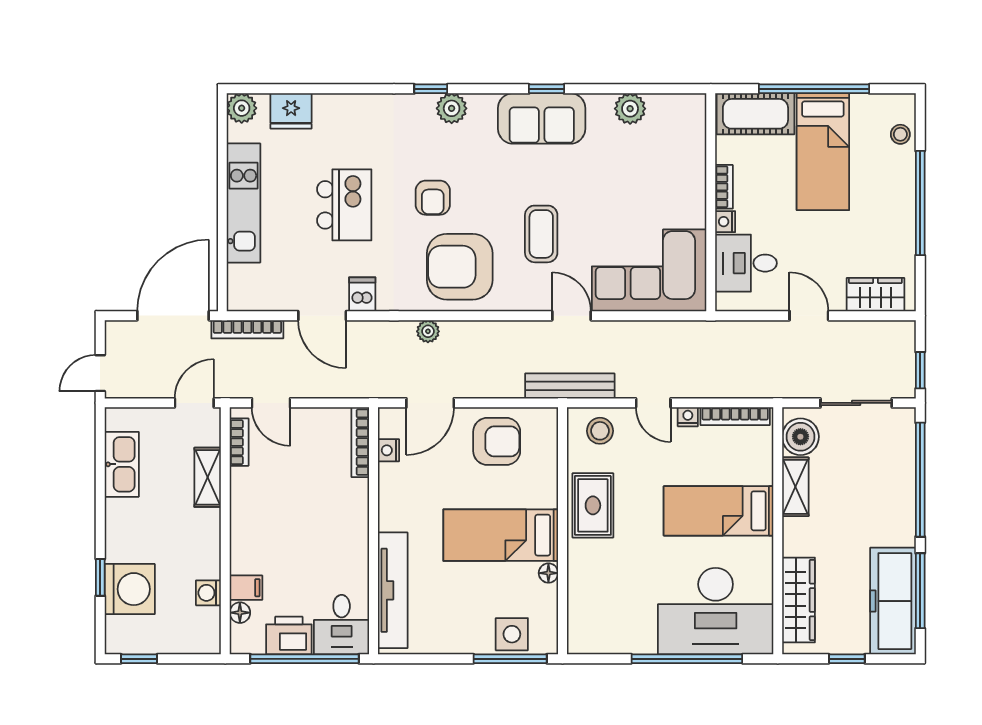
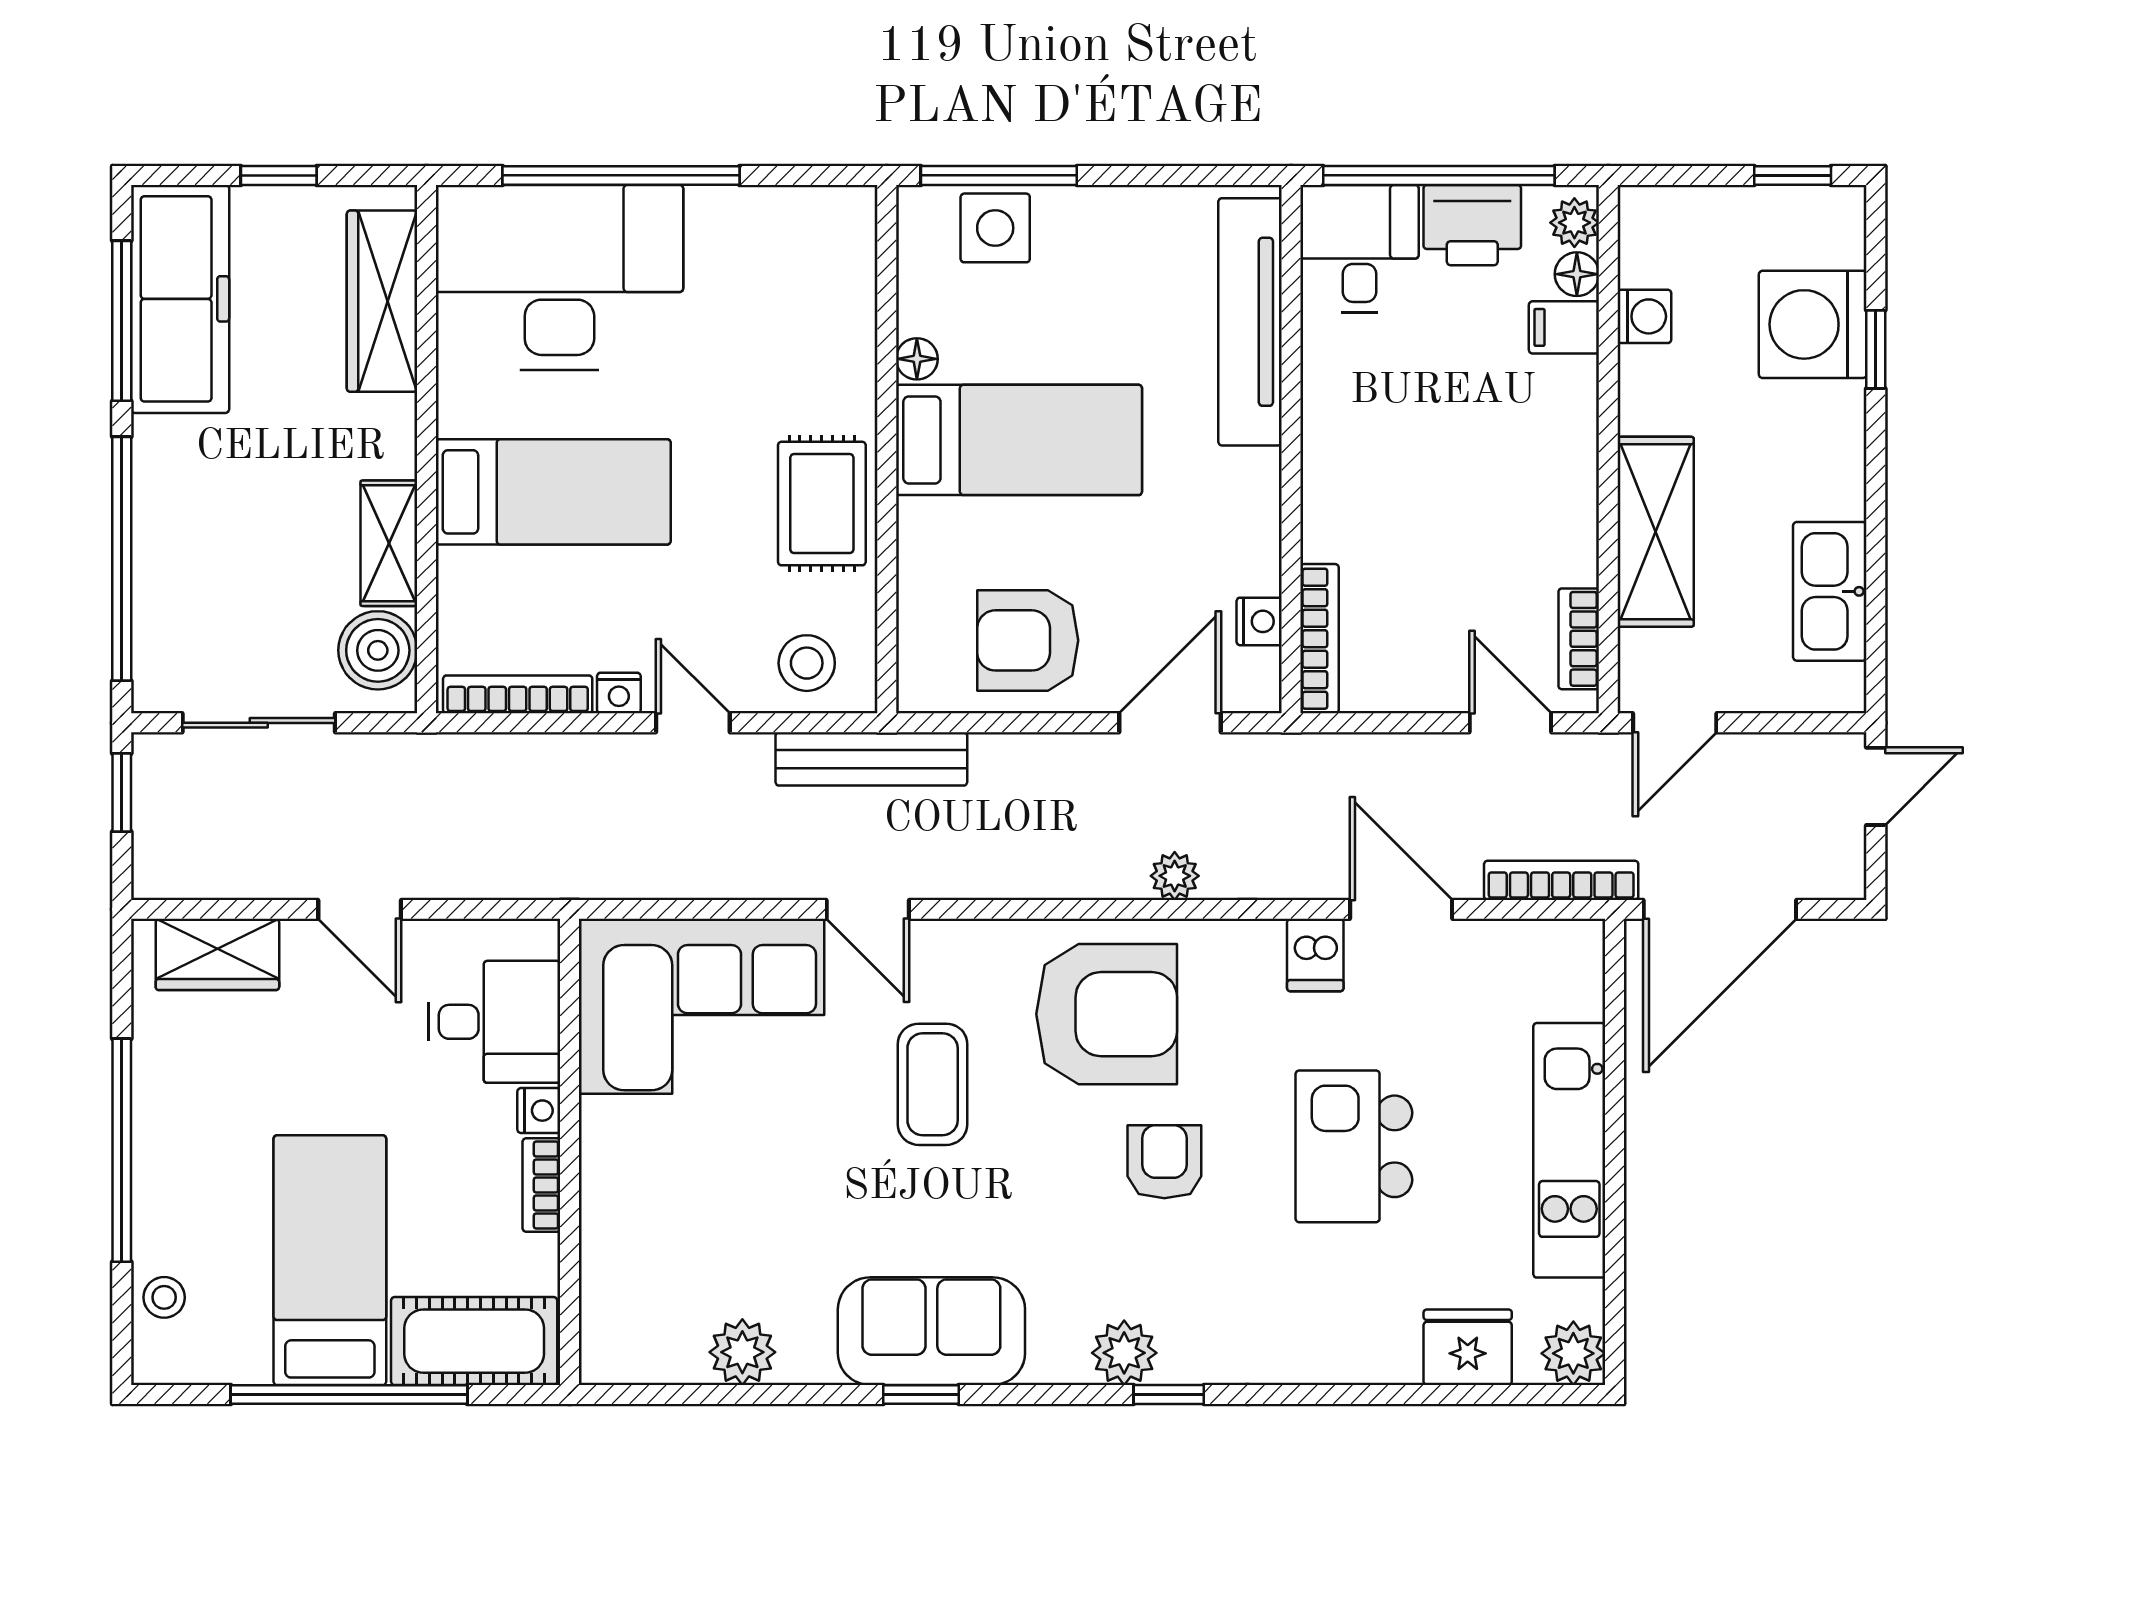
shelving: (208, 477) -> (1656, 532), width x1.50, depth x1.33
plant: (241, 637) -> (1574, 223), added

